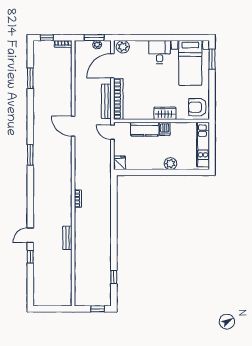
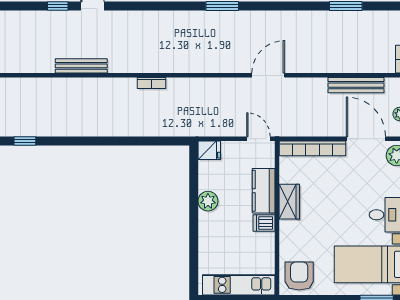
bench: (106, 101) -> (356, 85), moved
wardrobe: (165, 113) -> (289, 202), moved
door: (112, 132) -> (258, 139), hinge flipped
plant: (170, 164) -> (208, 201), moved
bench: (67, 238) -> (81, 66), width x1.36

